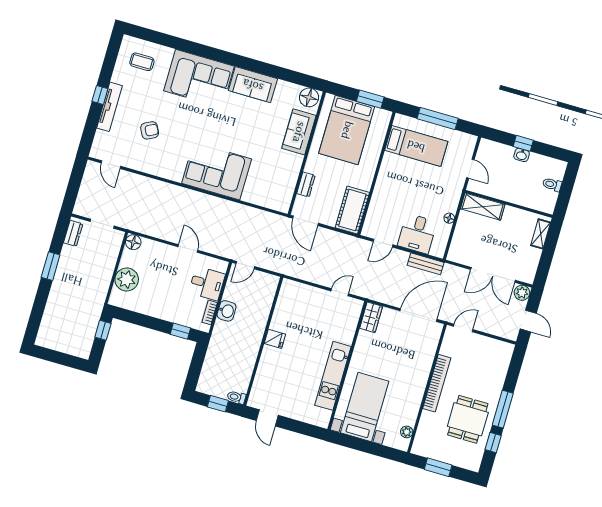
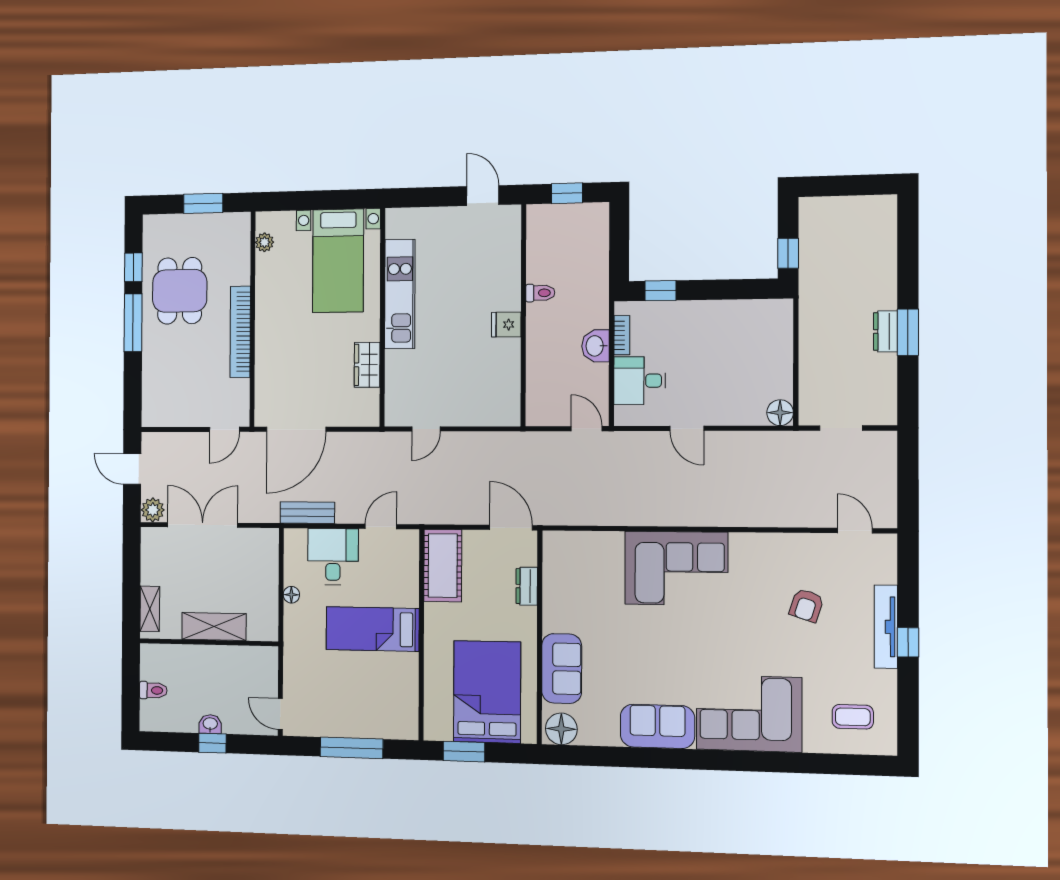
armchair: (150, 130) -> (806, 605), turned -45
bed: (416, 146) -> (373, 629), moved
door: (470, 169) -> (280, 714), moved
shelving: (483, 207) -> (214, 627), moved
dresser: (73, 233) -> (885, 331), moved
door: (245, 265) -> (587, 429), hinge flipped
plant: (127, 279) -> (773, 348), removed
wardrobe: (371, 317) -> (367, 365), moved
toilet: (236, 397) -> (540, 293), moved

